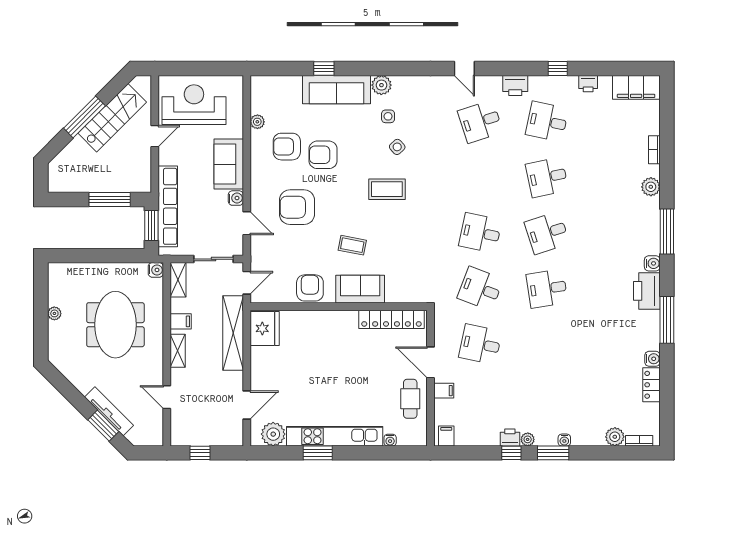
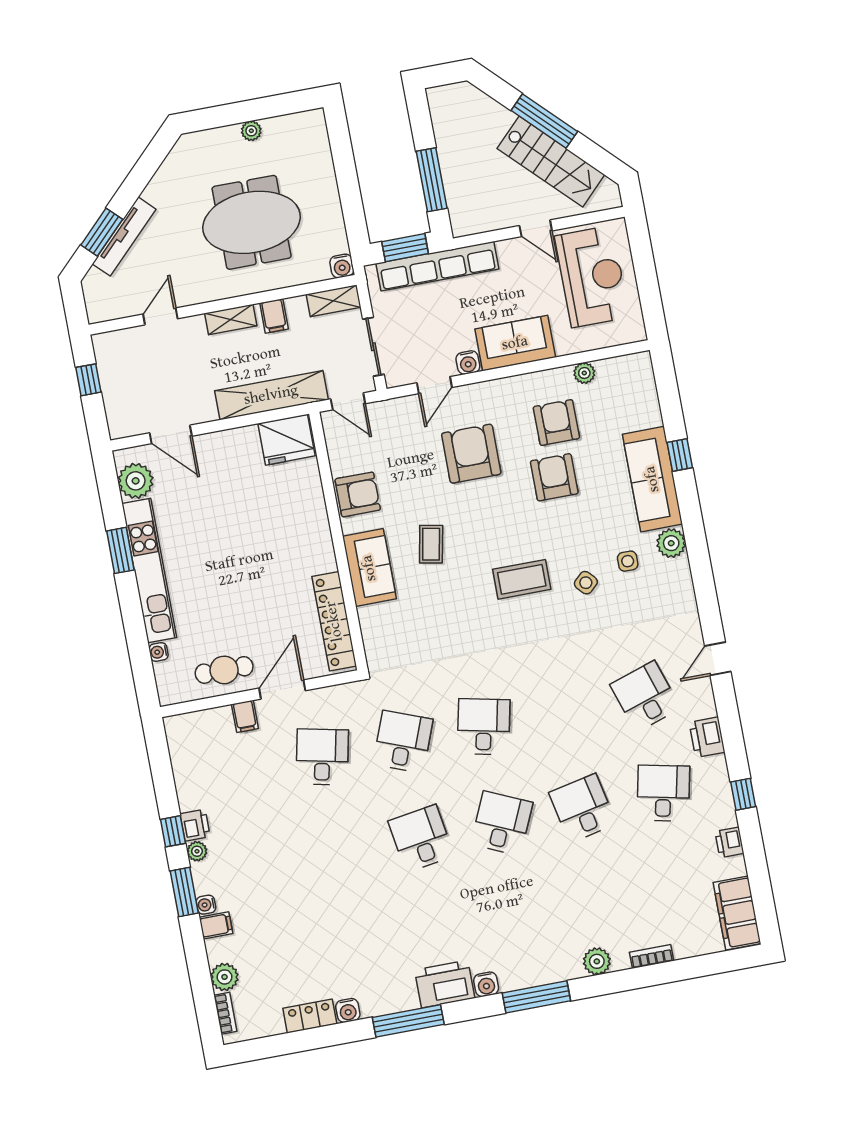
coffee table: (387, 189) -> (522, 579), turned 90
desk: (547, 233) -> (502, 823), turned 42
filing cabinet: (446, 436) -> (216, 925), moved

